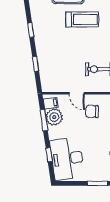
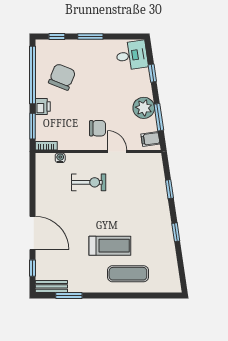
treadmill: (82, 19) -> (110, 246), turned 180
plant: (54, 117) -> (144, 108), moved
desk: (67, 159) -> (132, 55), width x0.53, depth x0.77

